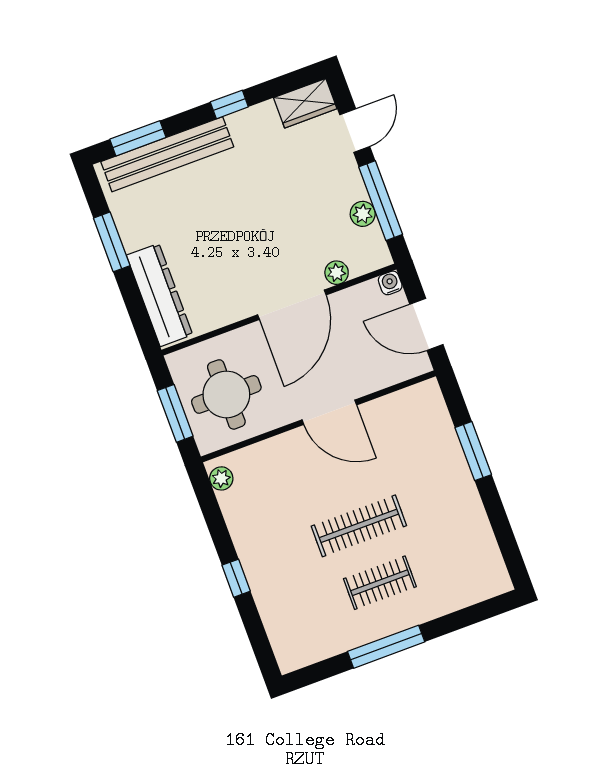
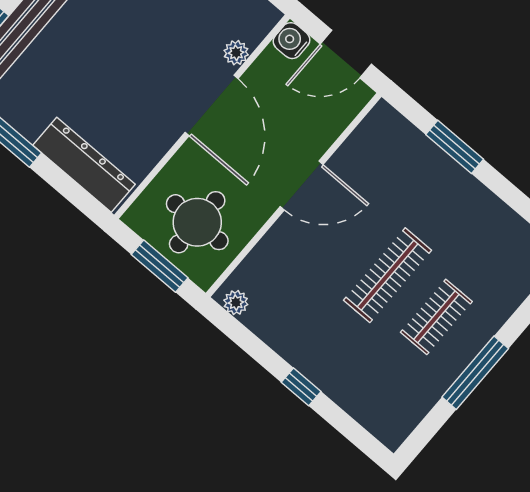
water cooler: (390, 283) -> (292, 41), width x1.38, depth x1.38

